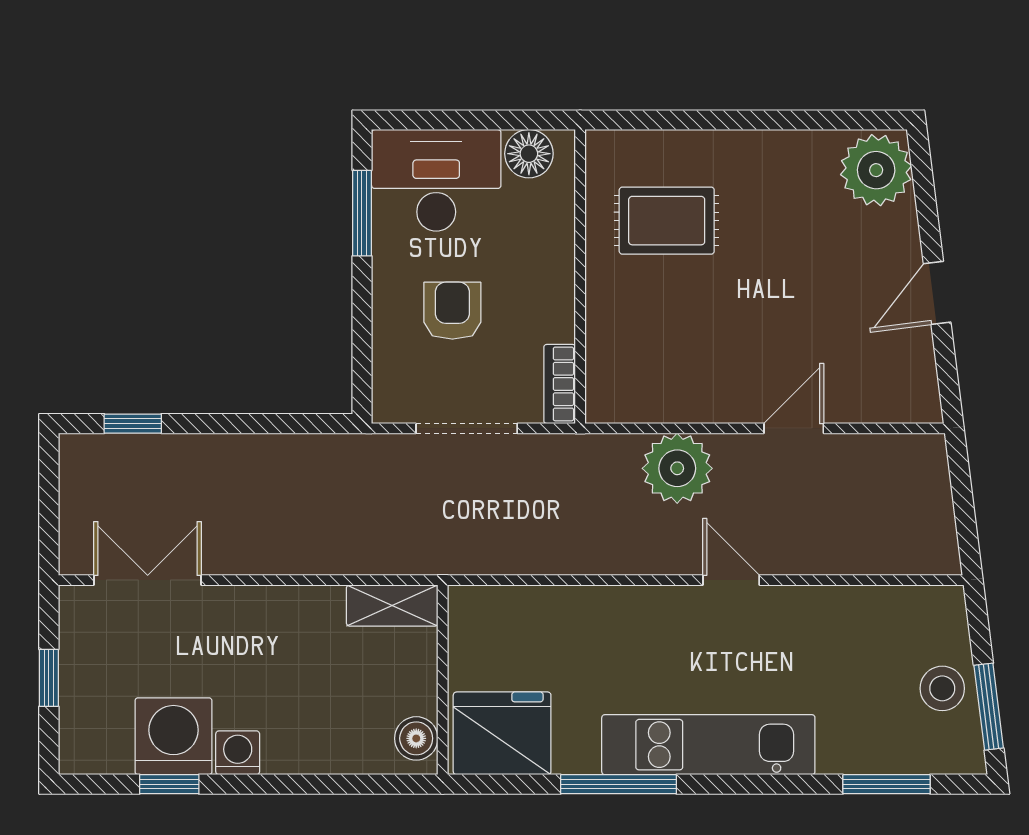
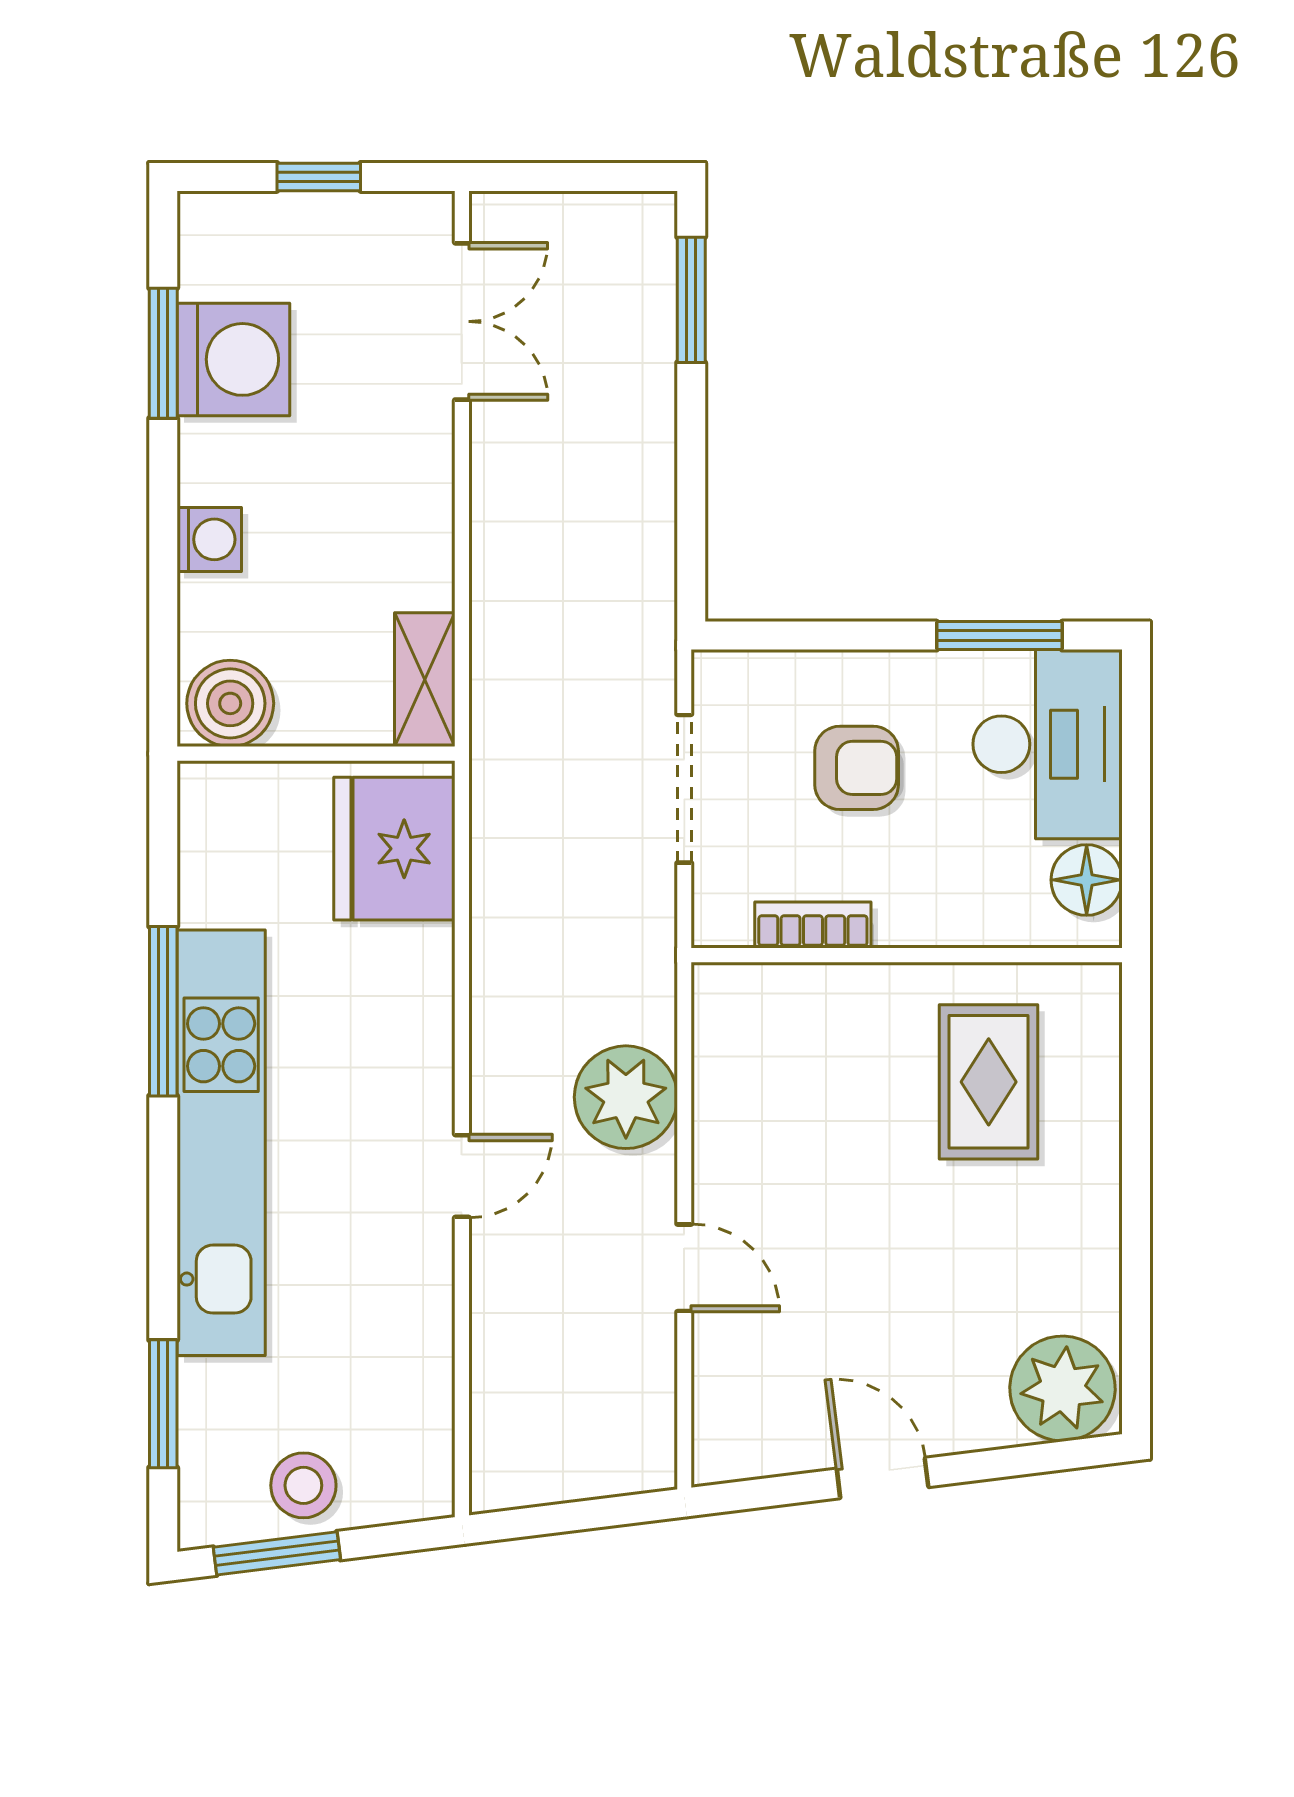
bookcase: (560, 384) -> (813, 925), moved
window: (133, 424) -> (691, 300), width x1.50
fridge: (502, 733) -> (394, 849), moved, turned 180
boiler: (416, 738) -> (230, 703), width x1.36, depth x1.36
kitchen unit: (708, 745) -> (221, 1143), width x1.36
washing machine: (238, 753) -> (209, 539), moved
window: (169, 784) -> (163, 353), width x1.50

